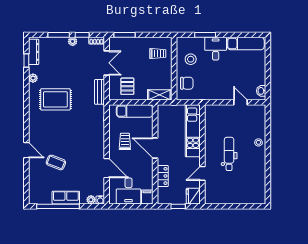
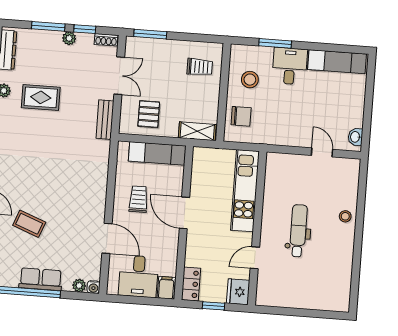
rug: (55, 99) -> (41, 97), moved, width x0.73, depth x0.70
locker: (163, 176) -> (191, 284), moved

